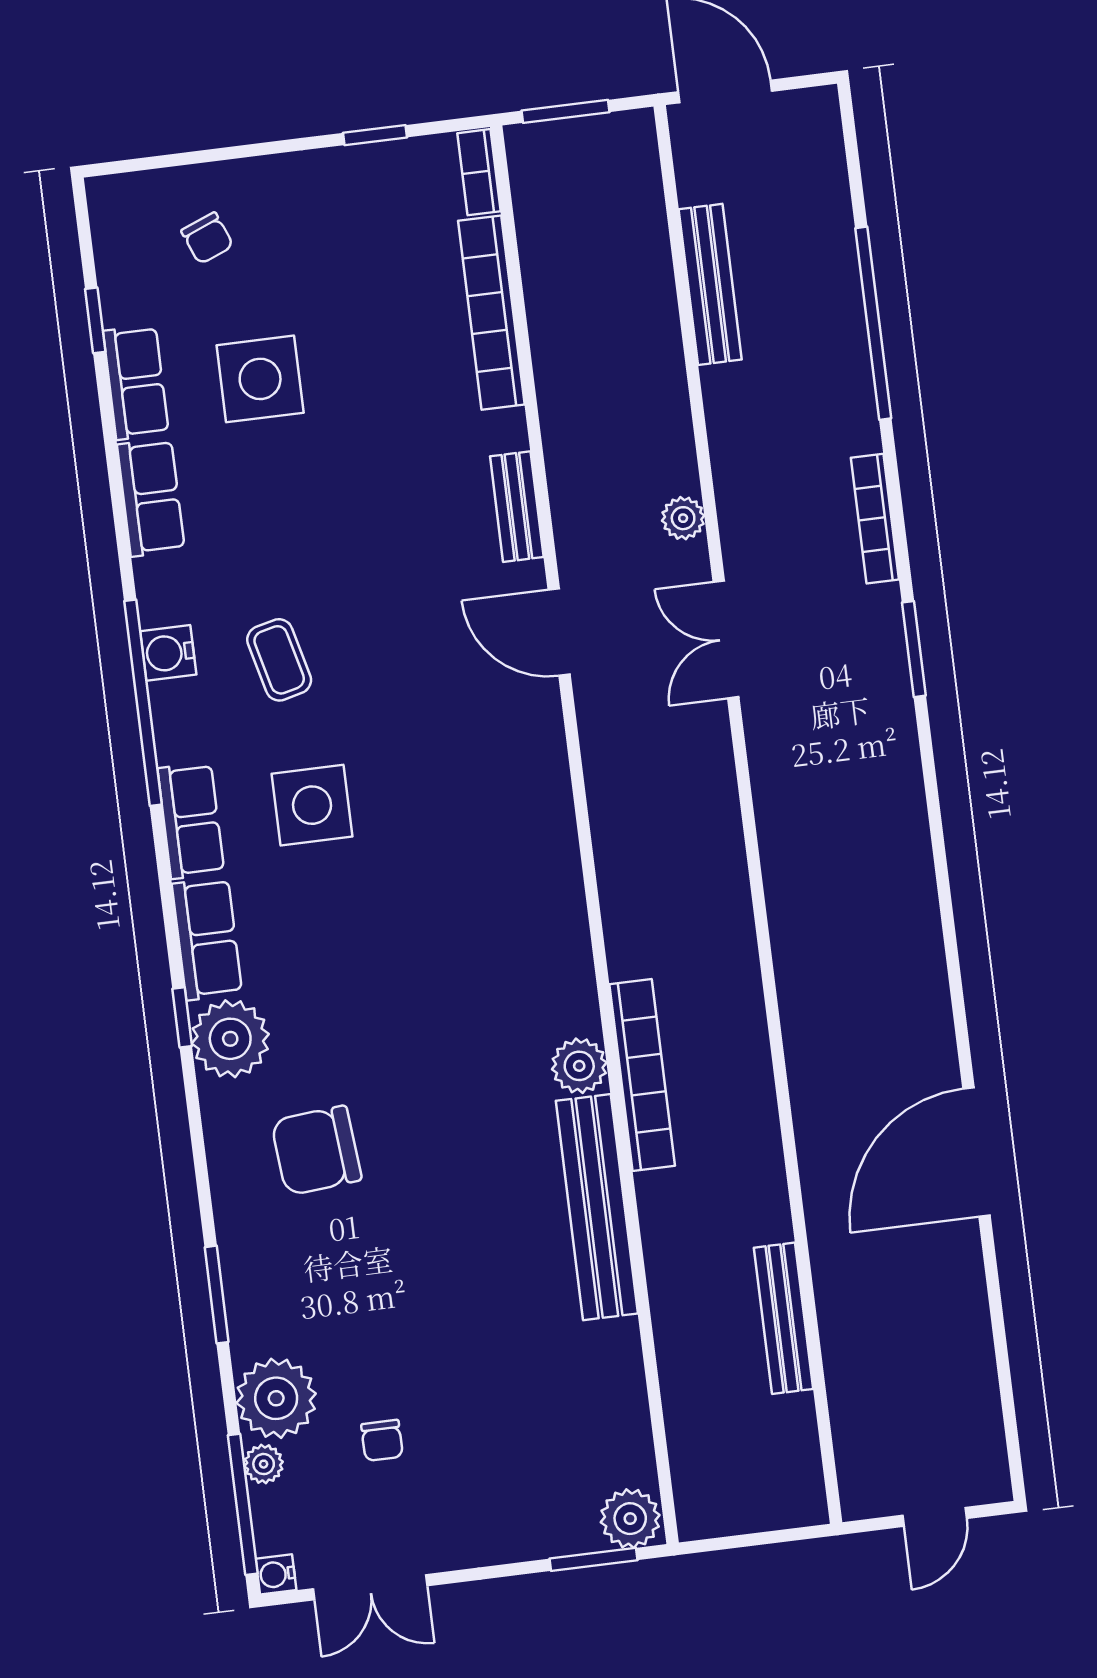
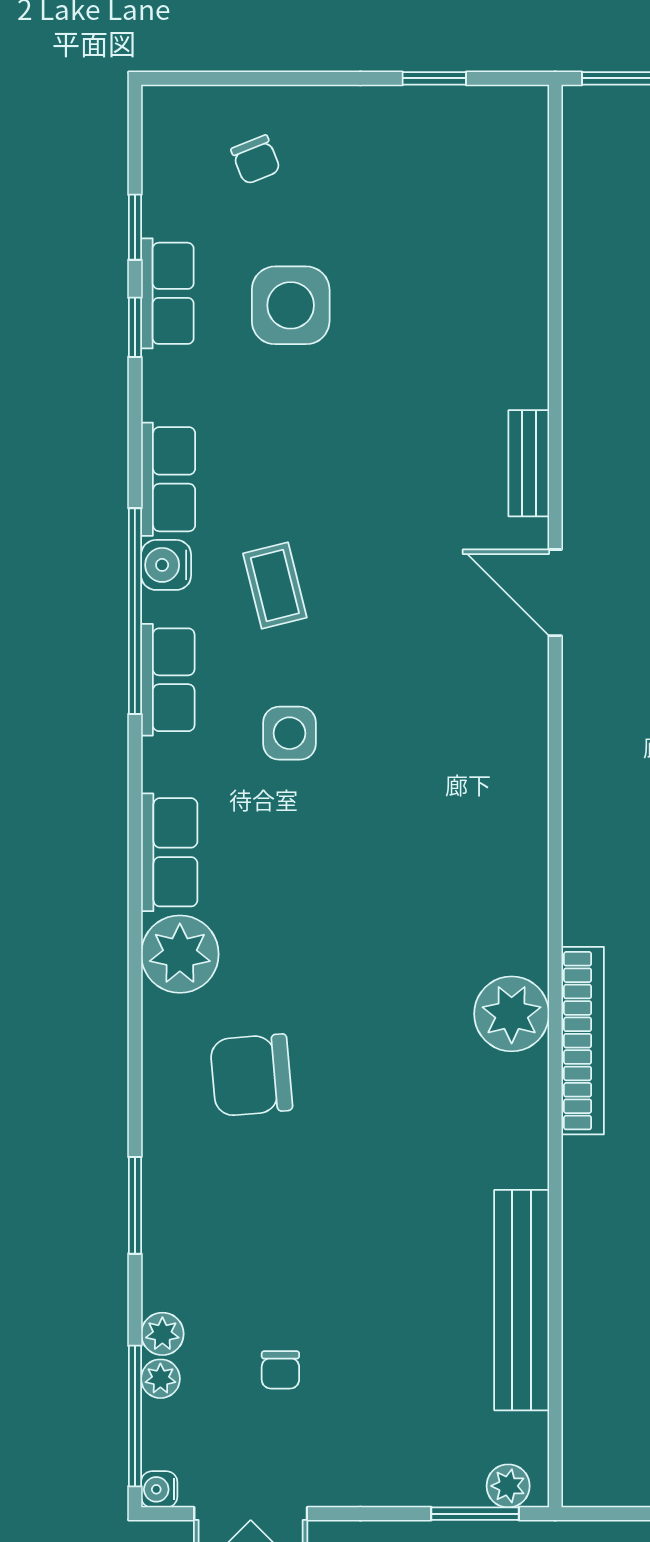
bookcase: (479, 172) -> (533, 128), removed
bookcase: (491, 313) -> (528, 268), removed
row of seats: (151, 497) -> (168, 479), moved
side table: (312, 805) -> (290, 733), width x0.73, depth x0.73
row of seats: (191, 821) -> (168, 680), moved
window: (182, 1017) -> (135, 327), moved
plant: (579, 1066) -> (512, 1014), width x1.36, depth x1.36
bench: (597, 1207) -> (522, 1300), moved
plant: (276, 1398) -> (162, 1334), width x0.53, depth x0.53
plant: (630, 1519) -> (508, 1486), width x0.73, depth x0.73

